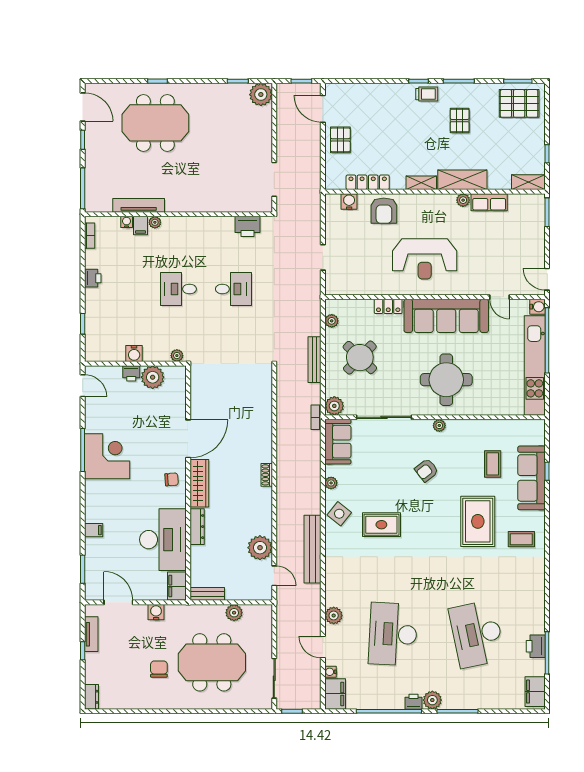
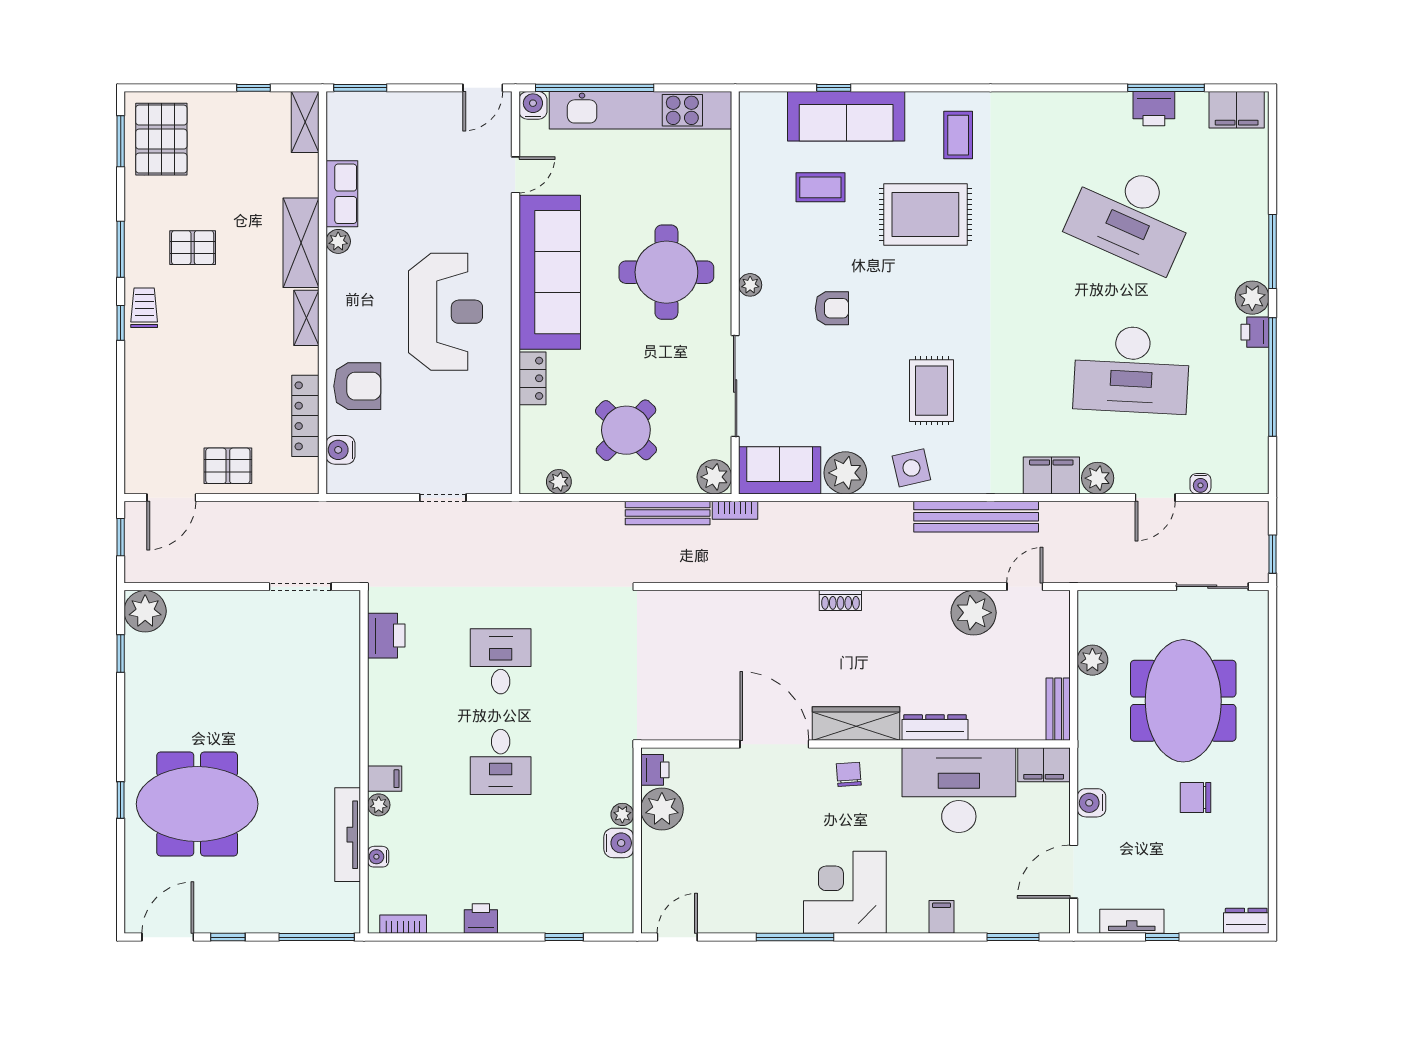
meeting table: (155, 123) -> (197, 804), turned 90
filing cabinet: (141, 226) -> (385, 779), moved
plant: (177, 356) -> (622, 814), moved
bench: (315, 360) -> (668, 513), moved
printer: (131, 373) -> (655, 770), moved
corner desk: (107, 456) -> (845, 892), moved
armchair: (427, 470) -> (832, 308), turned -52
plant: (331, 483) -> (845, 473), width x1.88, depth x1.88
side table: (339, 514) -> (911, 468), turned 38
desk: (477, 634) -> (1132, 216), turned 36
filing cabinet: (335, 694) -> (1051, 475), moved

